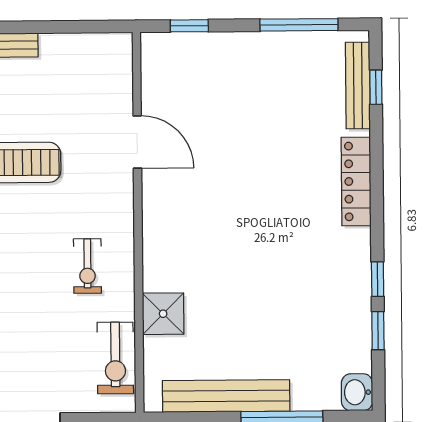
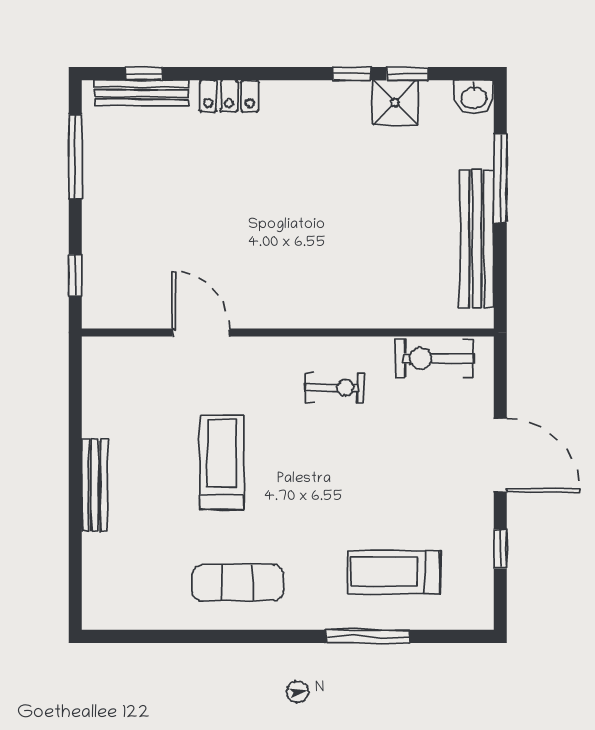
door: (137, 142) -> (201, 333), hinge flipped
locker: (356, 181) -> (229, 96), width x0.66
shower: (163, 314) -> (395, 102), moved
exercise bike: (115, 358) -> (435, 358), turned 180

